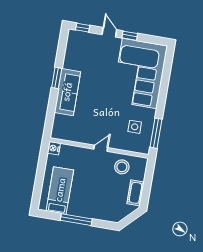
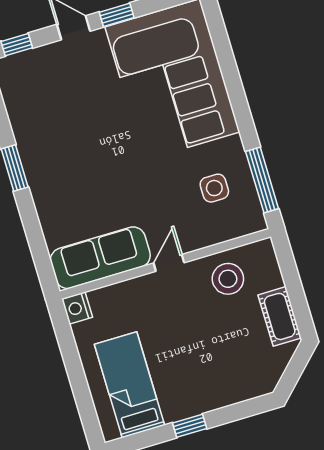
sofa: (67, 92) -> (100, 258), moved, turned -90
window: (76, 220) -> (190, 426), width x0.46

